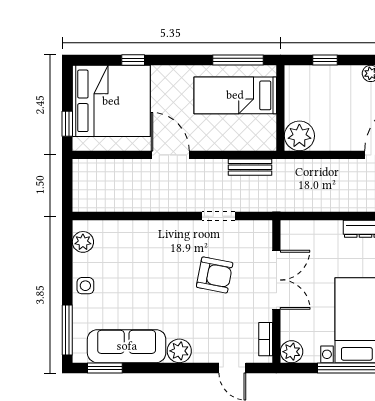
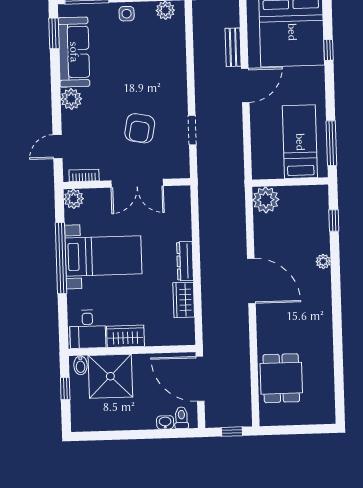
bench: (250, 167) -> (233, 47), moved

